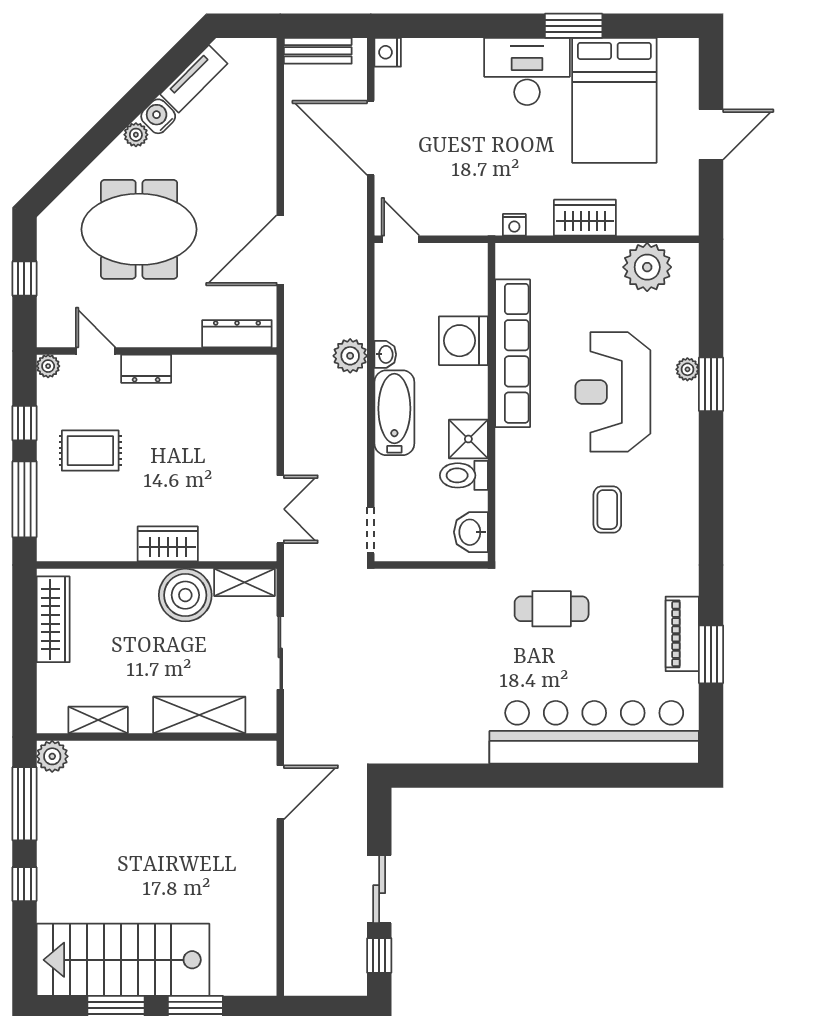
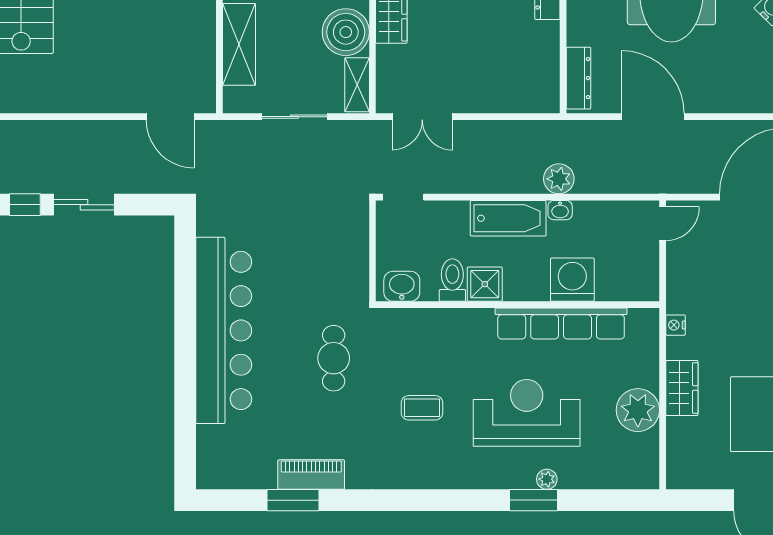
plant: (647, 267) -> (638, 410), moved
bar counter: (594, 732) -> (224, 330), moved

